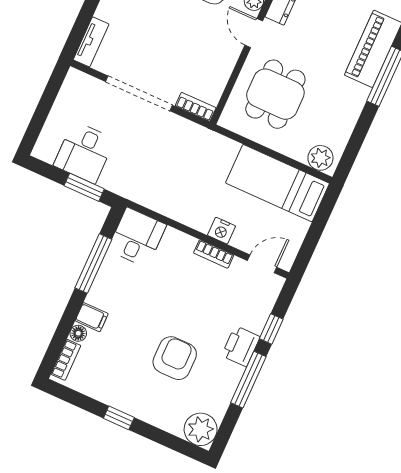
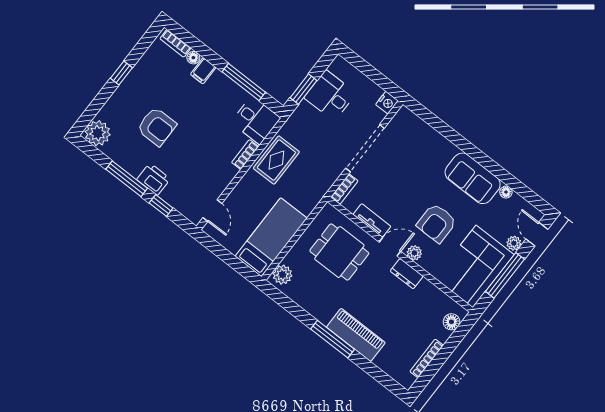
tv unit: (91, 42) -> (372, 220), moved, turned 180
rug: (180, 200) -> (276, 160), added
nightstand: (221, 231) -> (387, 103), moved, turned 180
bookcase: (214, 254) -> (245, 154), moved

